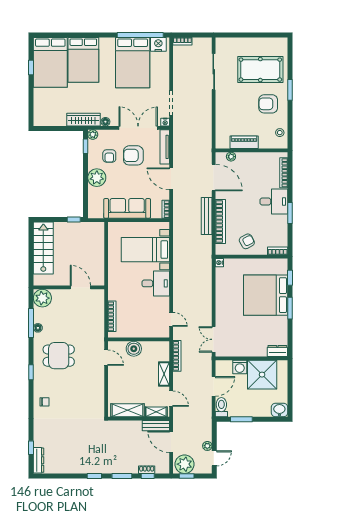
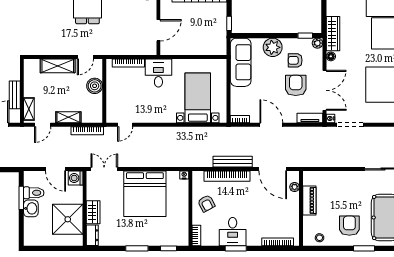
tv unit: (165, 147) -> (310, 118), width x0.71
door: (214, 178) -> (273, 169), hinge flipped
door: (171, 179) -> (271, 125), hinge flipped
desk: (274, 202) -> (233, 232), moved
sofa: (127, 208) -> (241, 62), moved
desk: (156, 283) -> (158, 73), moved, turned 180
bed: (266, 295) -> (145, 194), moved, turned 180
wardrobe: (255, 350) -> (93, 212), added
washing machine: (240, 367) -> (76, 178), moved
toilet: (221, 407) -> (34, 193), moved
shelving: (127, 410) -> (58, 66), moved, turned 90
washbasin: (279, 410) -> (31, 208), moved
bench: (156, 426) -> (15, 95), moved

